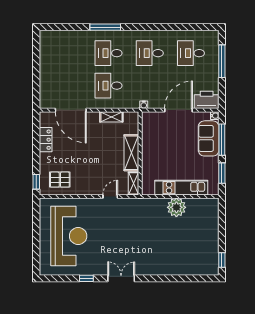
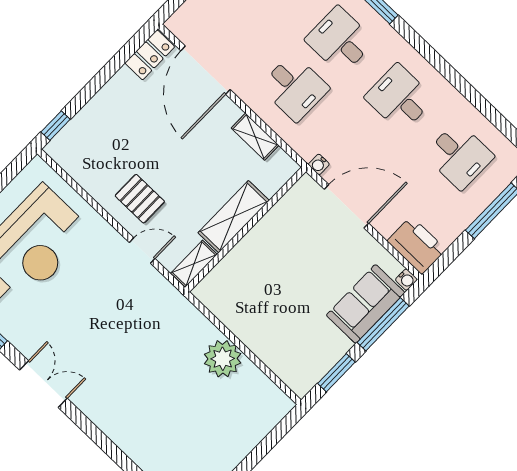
desk: (191, 53) -> (459, 156), turned 180
desk: (109, 86) -> (294, 87), turned 180
door: (179, 110) -> (346, 206), moved
locker: (46, 140) -> (150, 55), moved
pallet: (60, 180) -> (140, 199), moved
kitchen unit: (181, 188) -> (257, 337), removed

